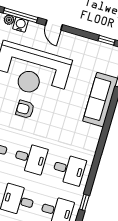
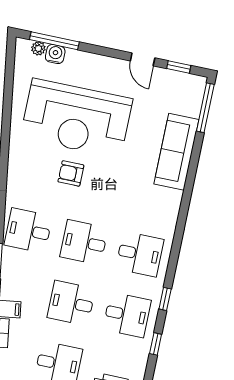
door: (54, 25) -> (143, 59), moved
desk: (30, 158) -> (84, 242), turned 180

